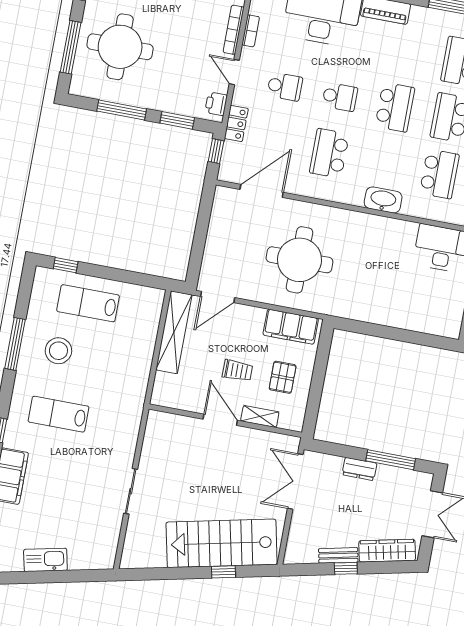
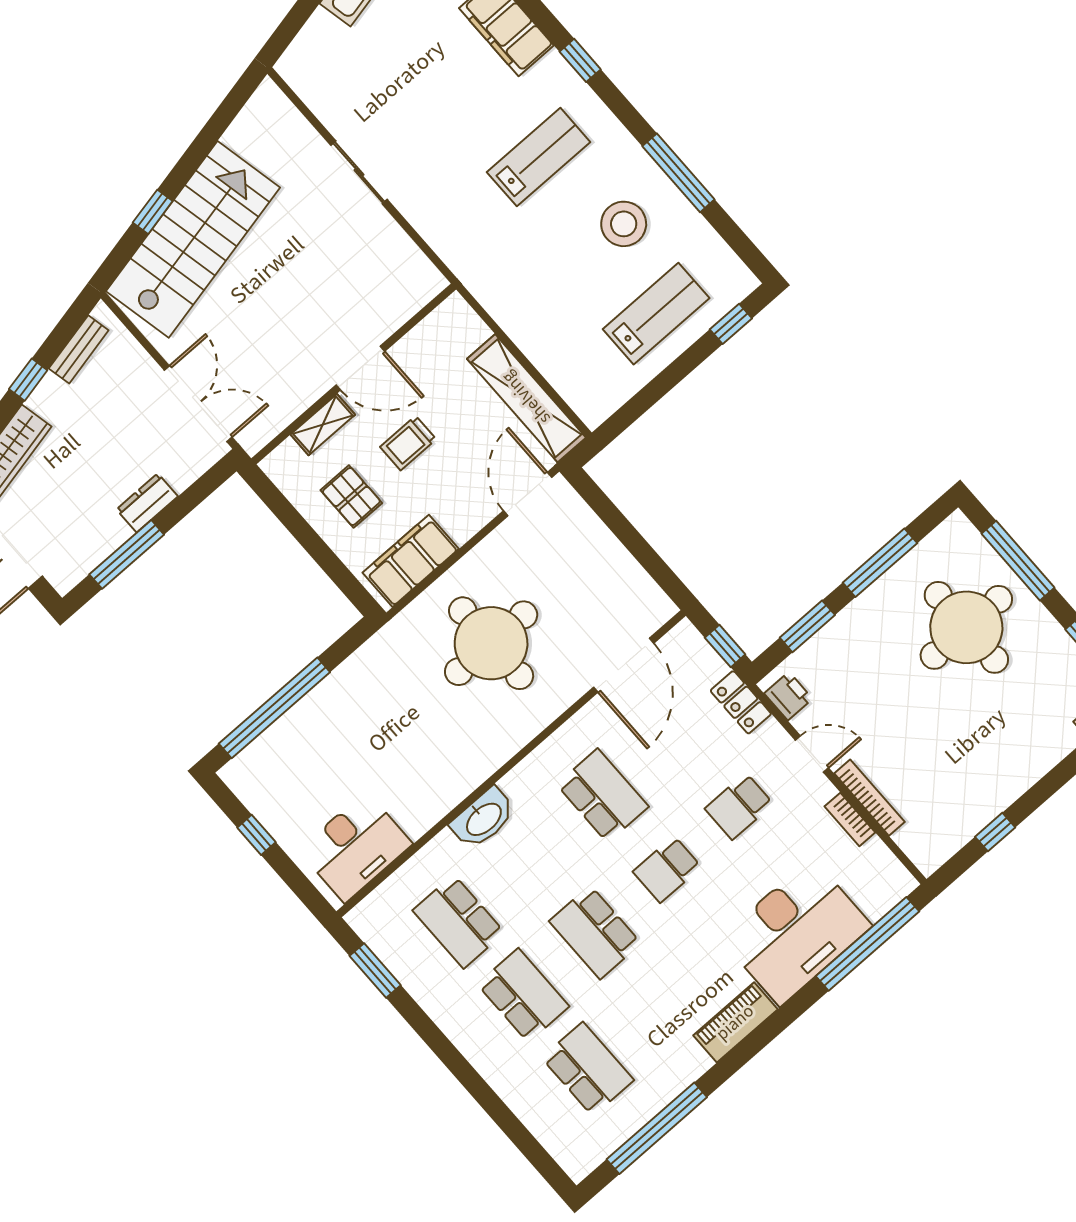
window: (408, 336) -> (274, 708), added
bench: (338, 555) -> (79, 349), moved

